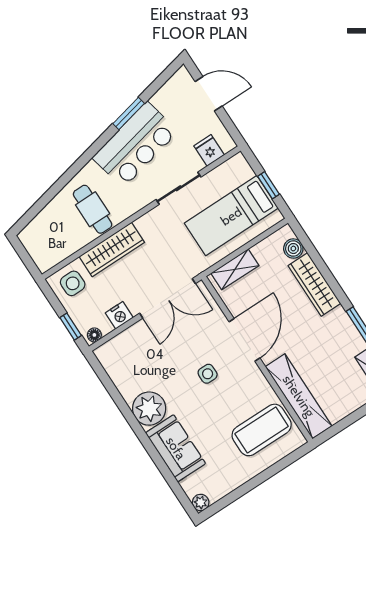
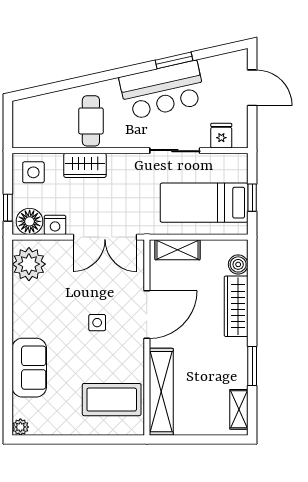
wardrobe: (112, 249) -> (85, 165), width x0.67
floor lamp: (94, 335) -> (30, 221), width x1.89, depth x1.89
plant: (149, 409) -> (29, 264), moved

